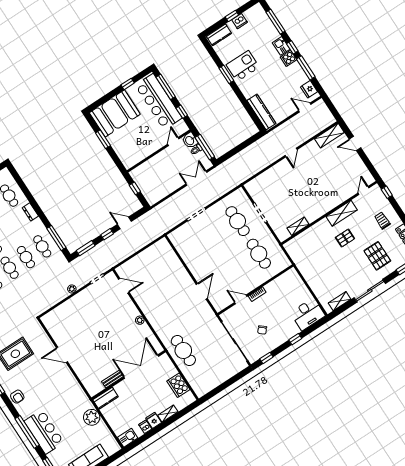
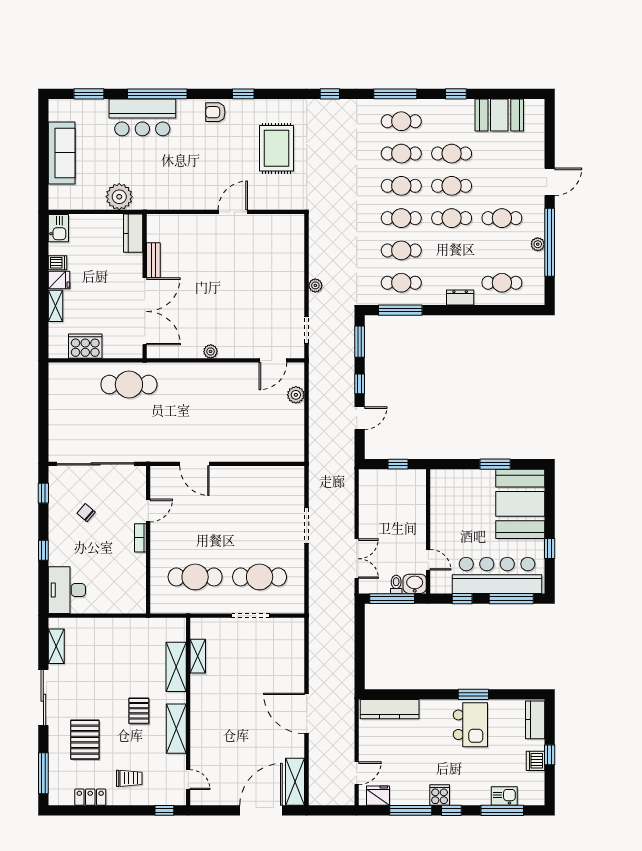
kitchen sink: (281, 46) -> (504, 796), moved
door: (355, 144) -> (261, 810), width x1.88
door: (291, 152) -> (307, 713), width x1.88
shelving: (310, 234) -> (176, 667), added
pallet: (377, 256) -> (85, 740), turned 90
plant: (134, 263) -> (296, 395), added

